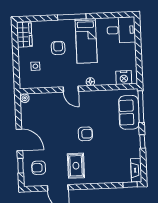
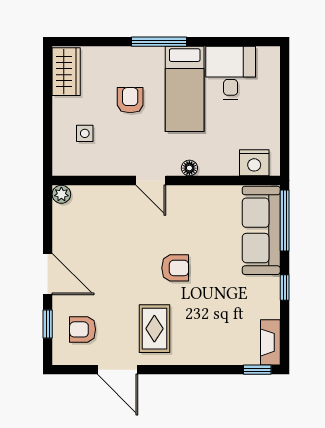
desk: (121, 30) -> (231, 73), moved, turned -90
sofa: (129, 112) -> (261, 230), width x1.36

